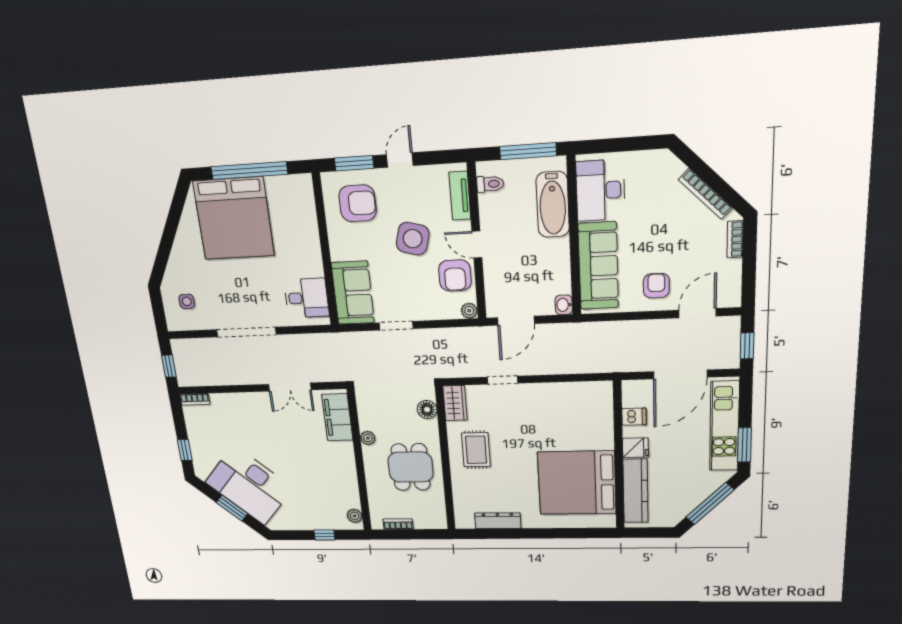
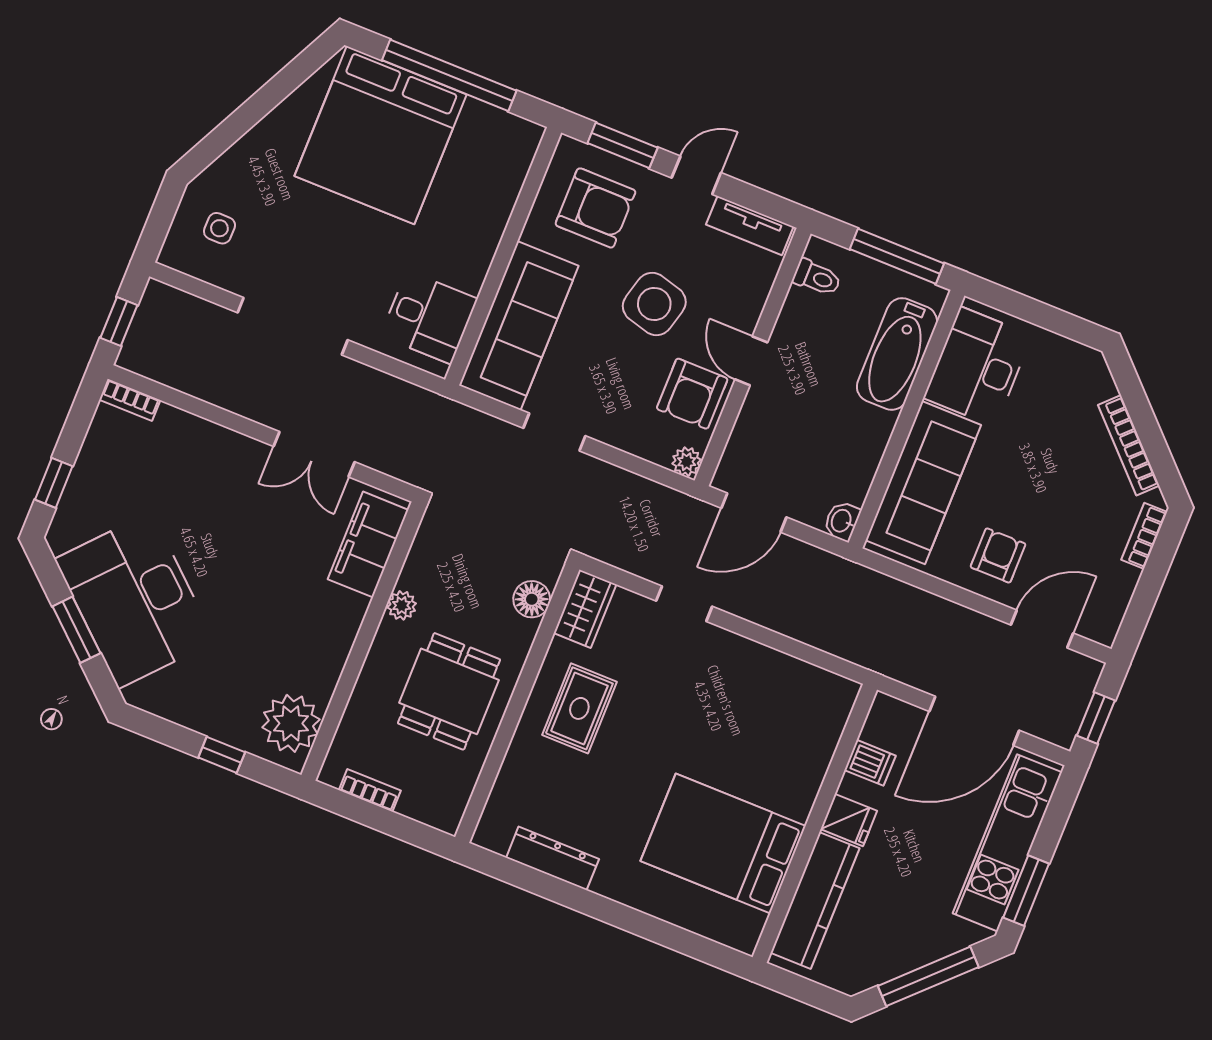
tv unit: (460, 196) -> (750, 226), moved, turned -90
sofa: (353, 293) -> (519, 326), width x1.36
bed: (577, 483) -> (723, 843), width x0.73
plant: (355, 516) -> (291, 723), width x1.87, depth x1.87

